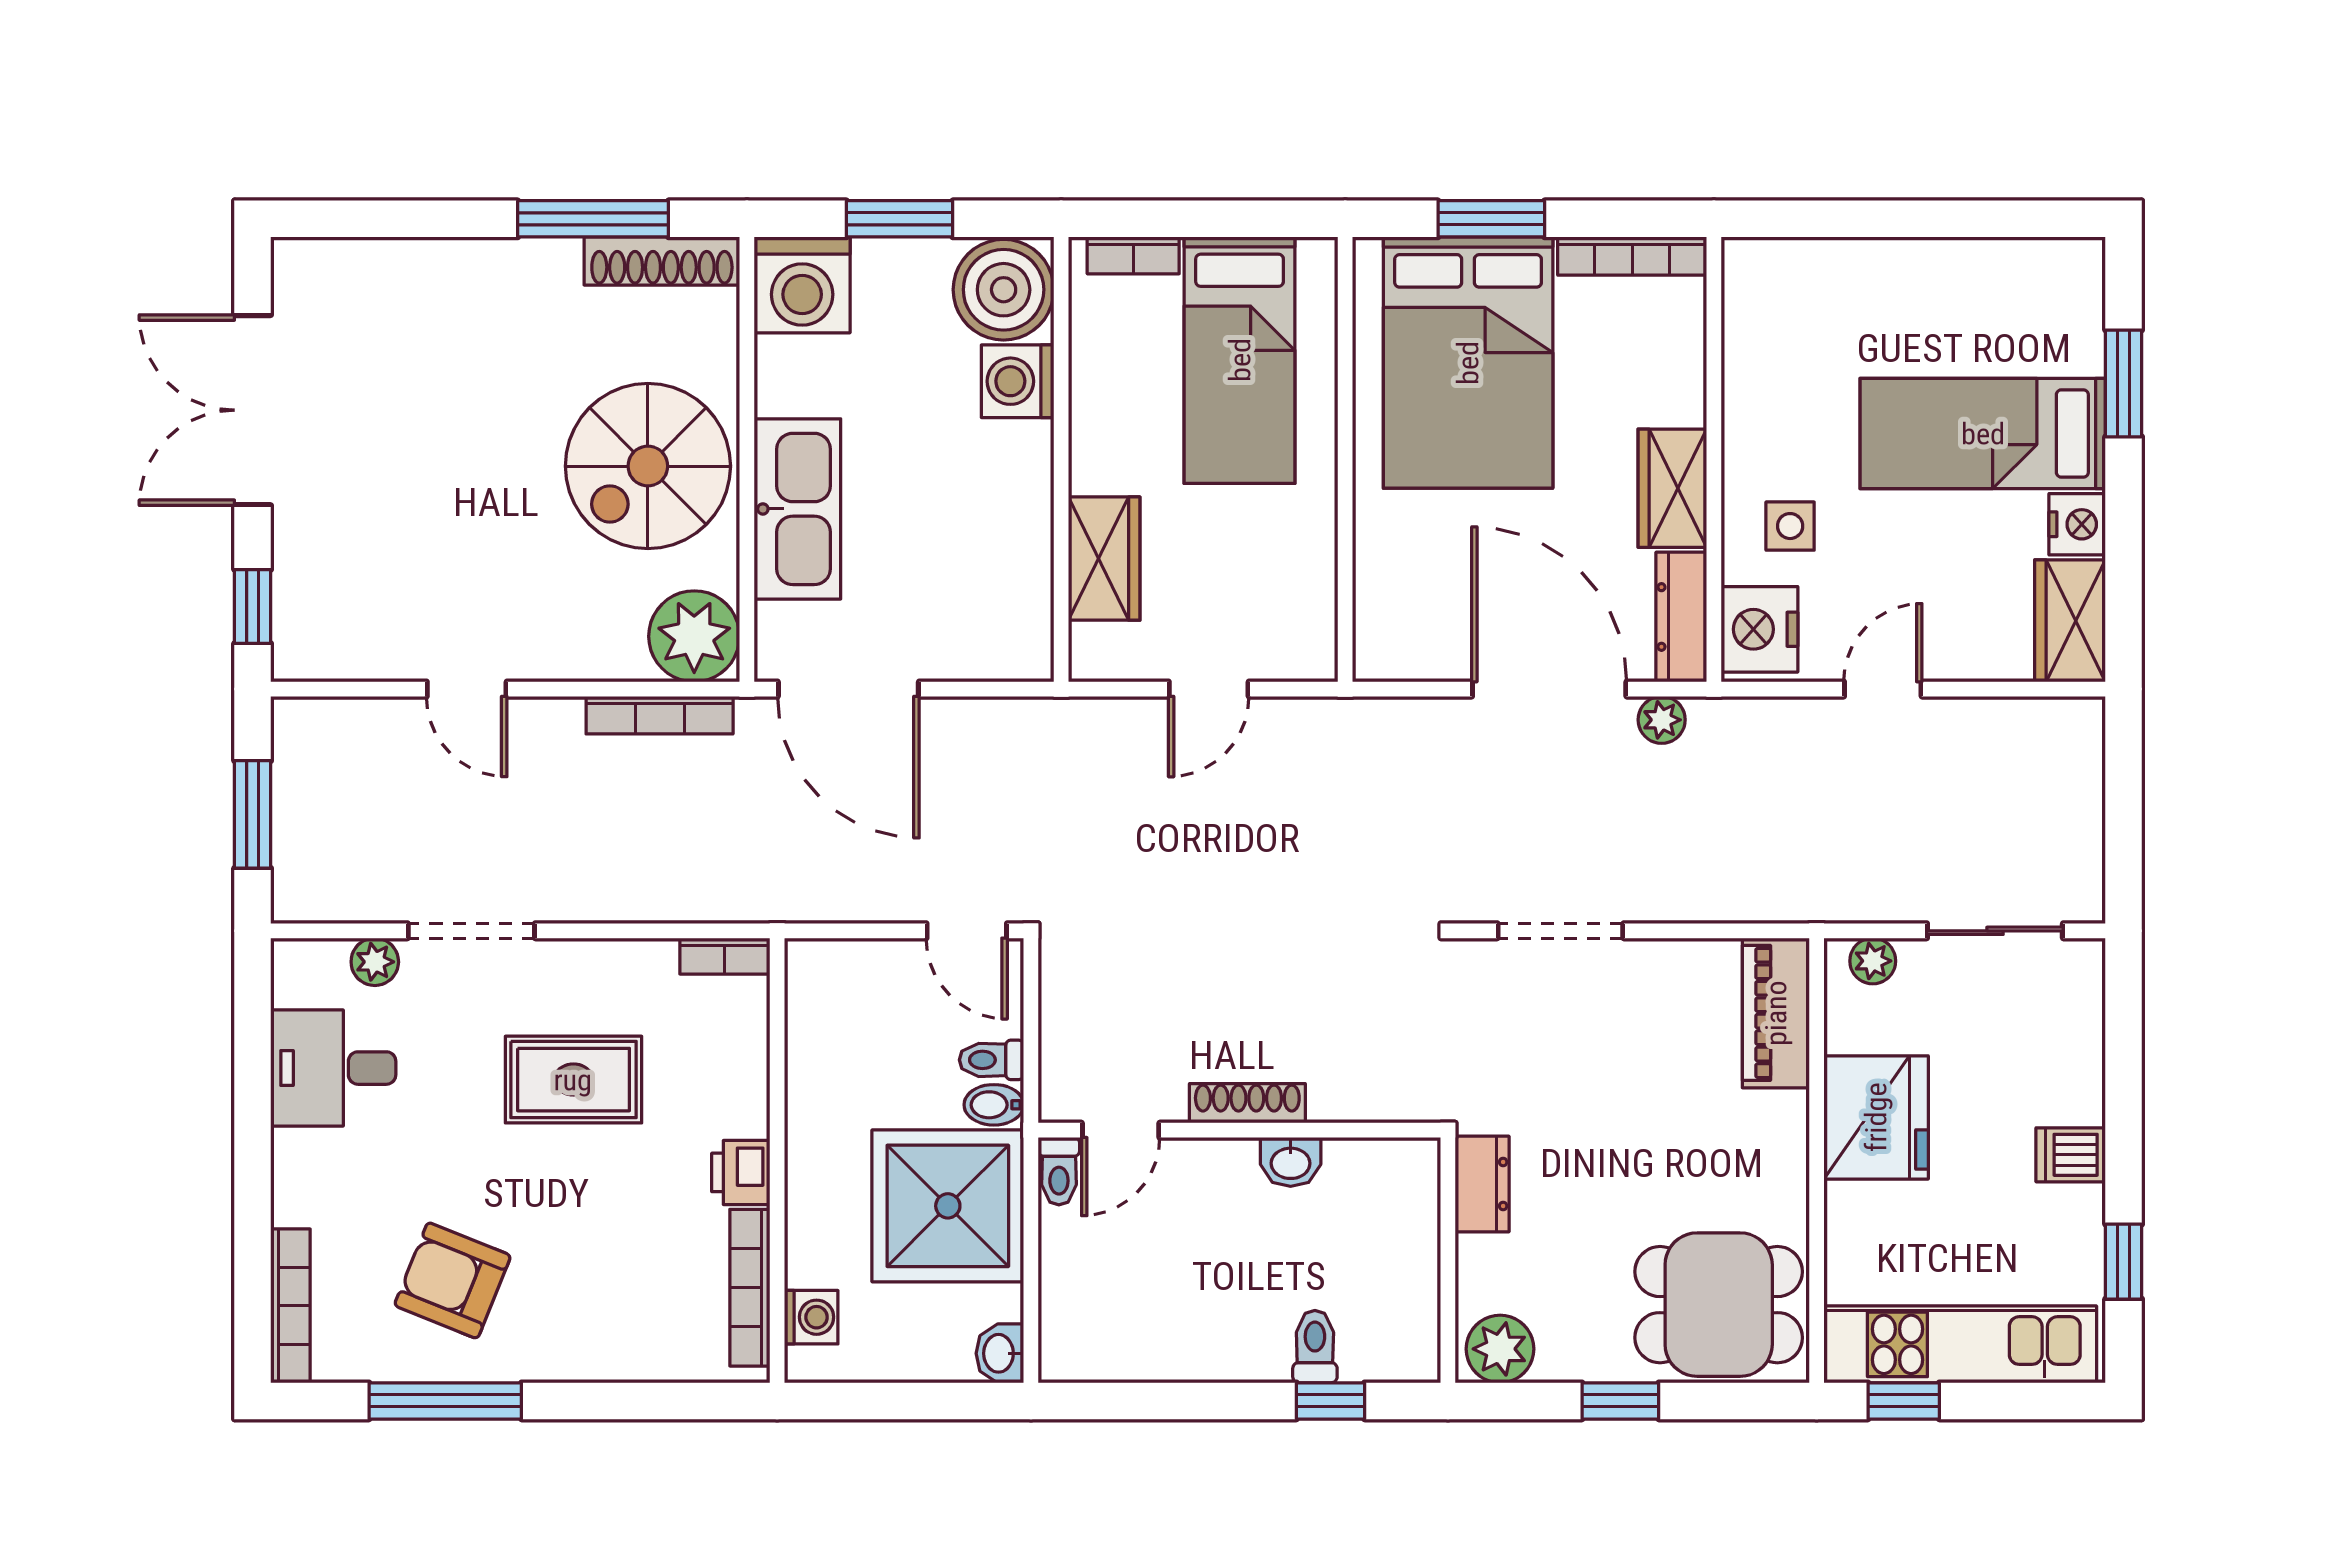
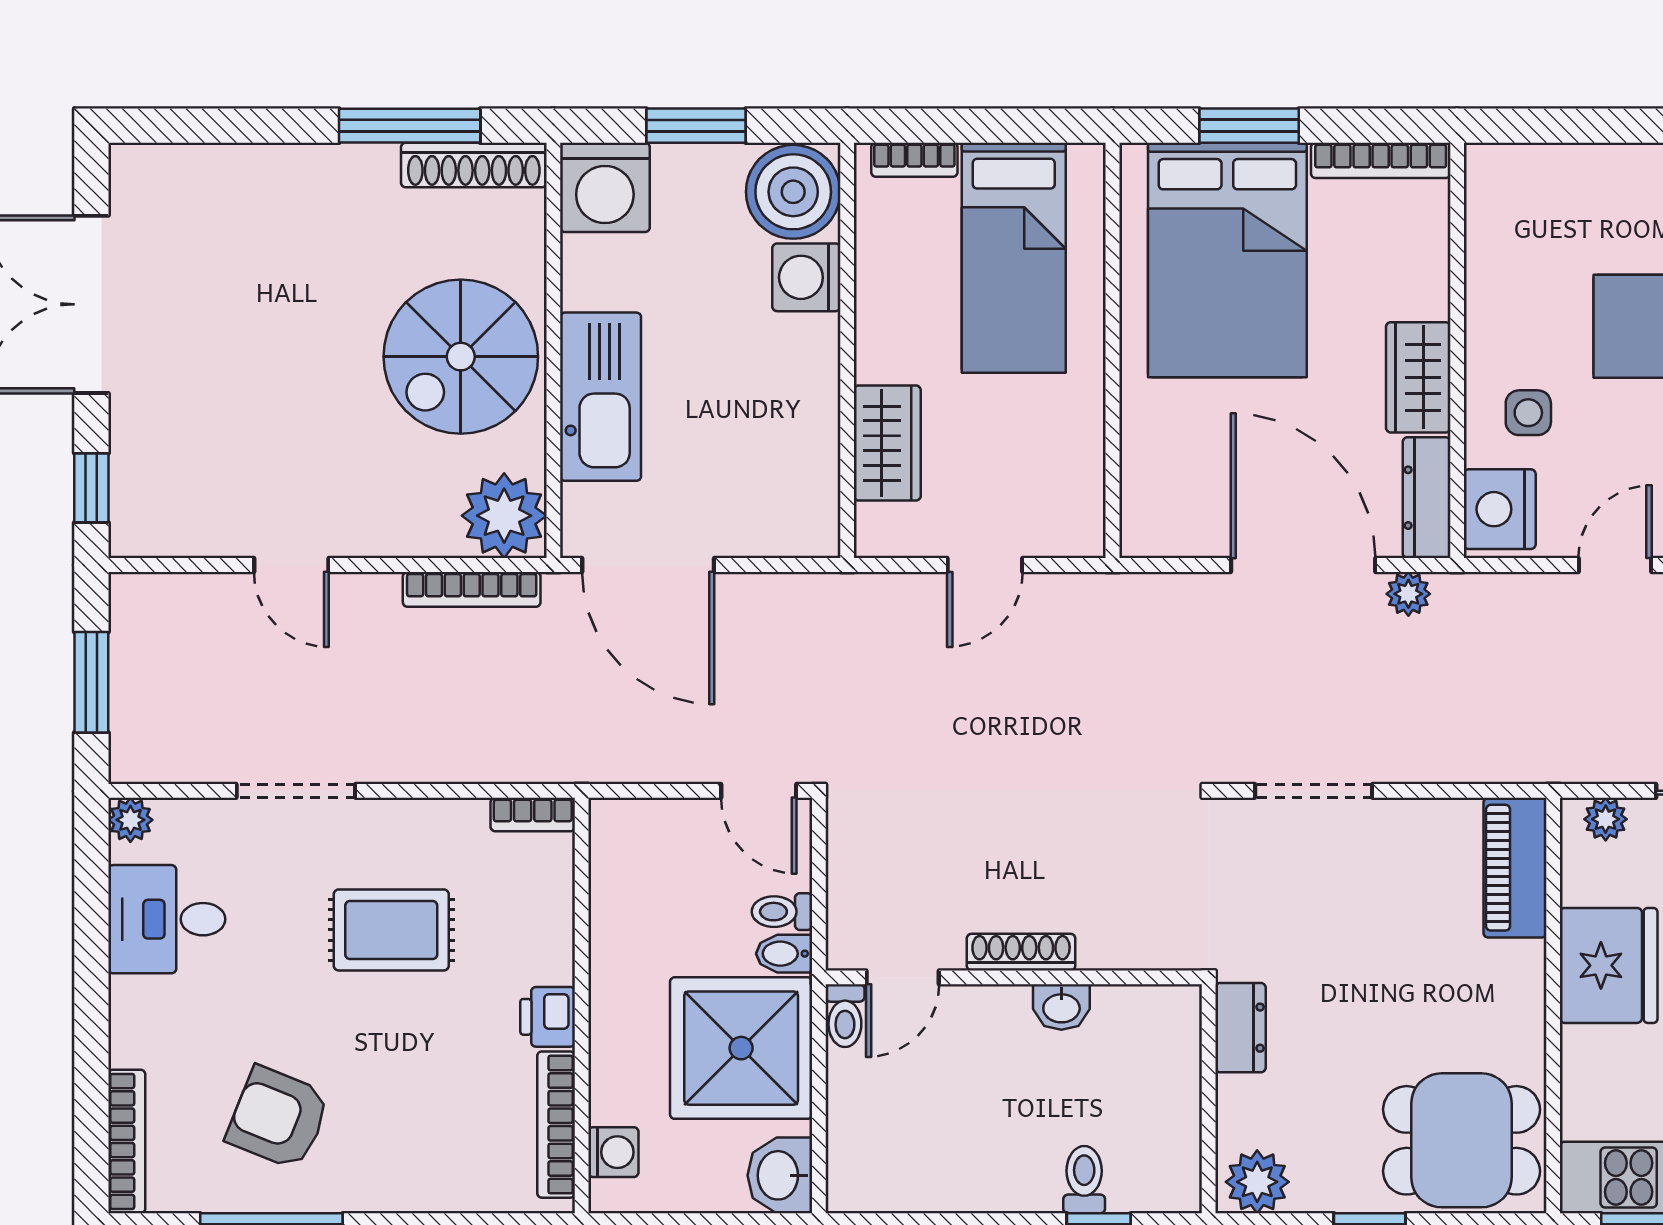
plant: (375, 962) -> (130, 820), moved
washbasin: (1000, 1353) -> (780, 1175), width x1.38, depth x1.45

